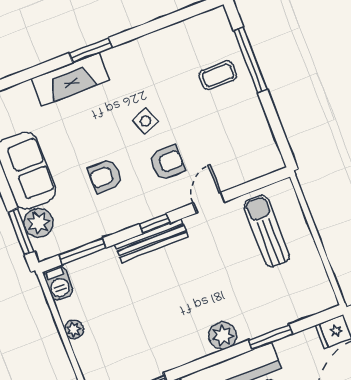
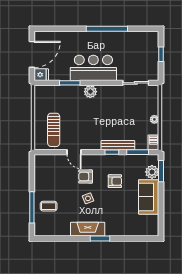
fireplace: (70, 79) -> (88, 229), moved
door: (209, 203) -> (74, 152), hinge flipped
window: (155, 223) -> (112, 152), moved
bench: (151, 241) -> (118, 145), moved

